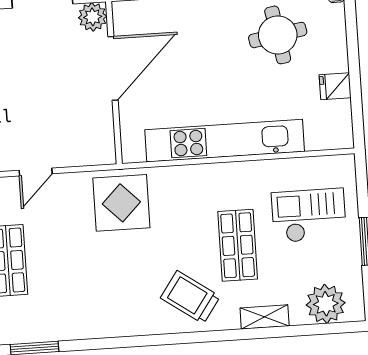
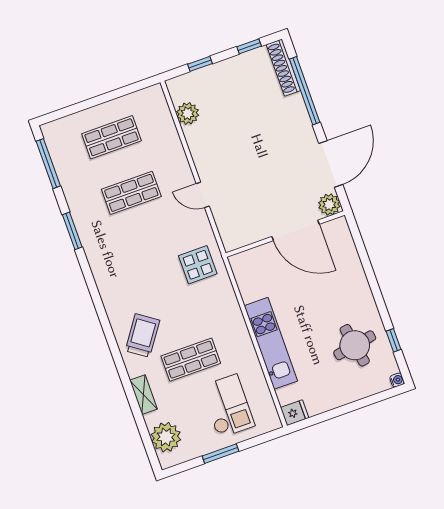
fridge: (335, 86) -> (295, 413), moved, turned 90
kitchen unit: (225, 141) -> (271, 343), width x0.73
display table: (121, 203) -> (198, 265), width x0.73, depth x0.73

